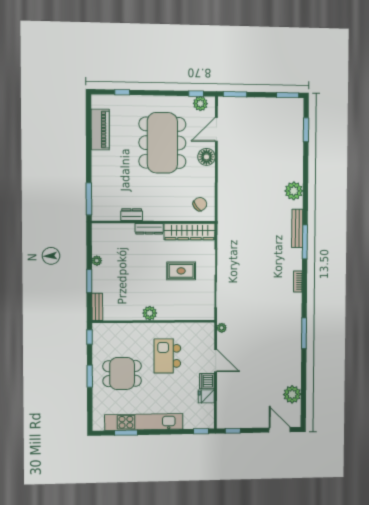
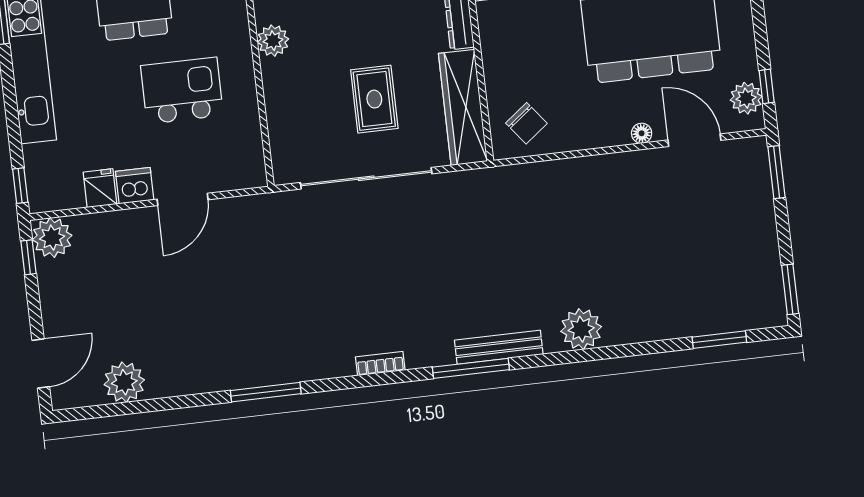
floor lamp: (206, 157) -> (642, 133), width x0.53, depth x0.53
plant: (222, 328) -> (52, 238), moved, width x1.88, depth x1.88

